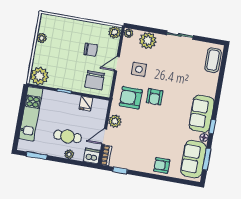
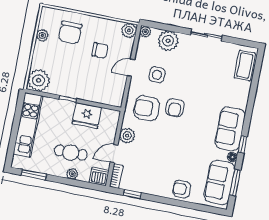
chair: (95, 80) -> (70, 32), moved
fridge: (86, 103) -> (87, 116), width x1.88, depth x1.34

